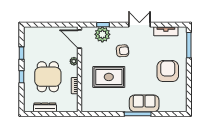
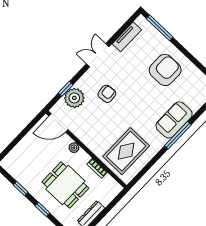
armchair: (168, 71) -> (165, 70), turned 90
rug: (109, 77) -> (126, 151), moved

